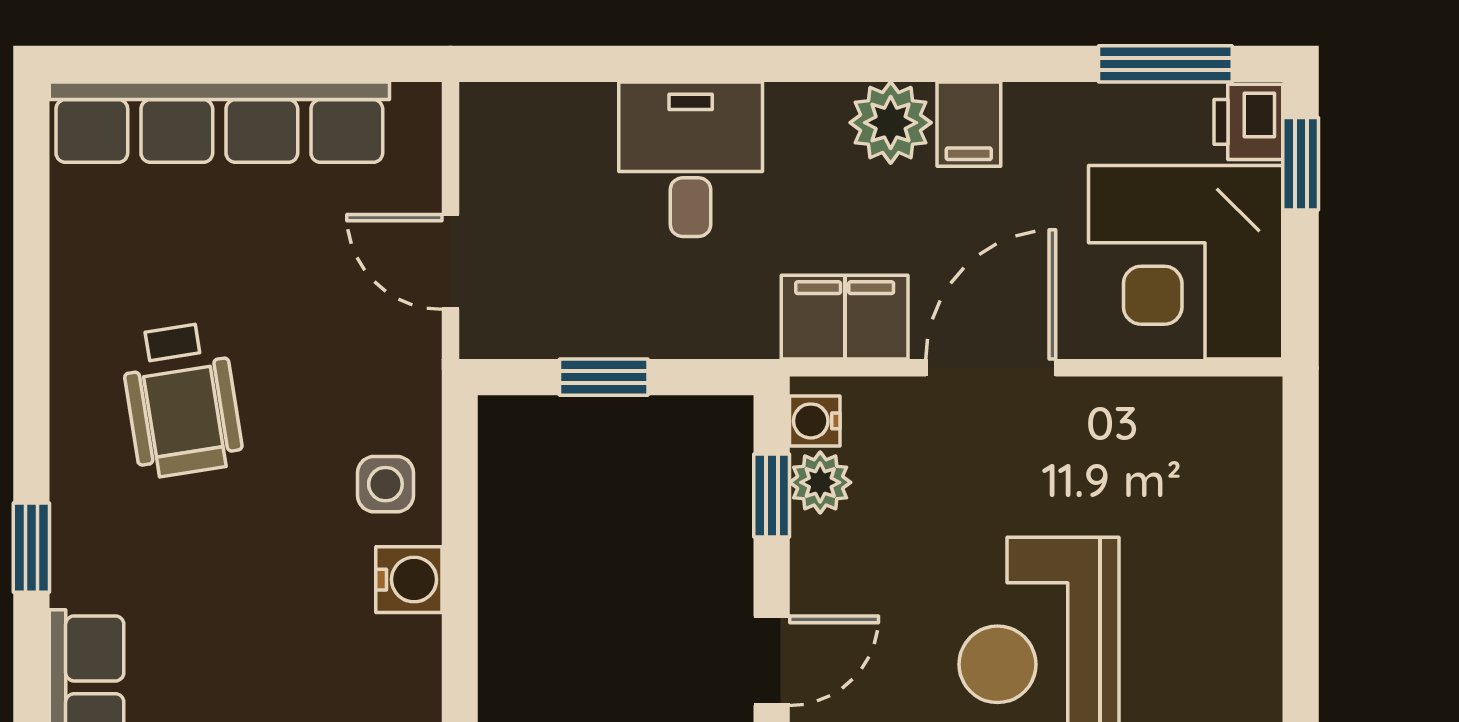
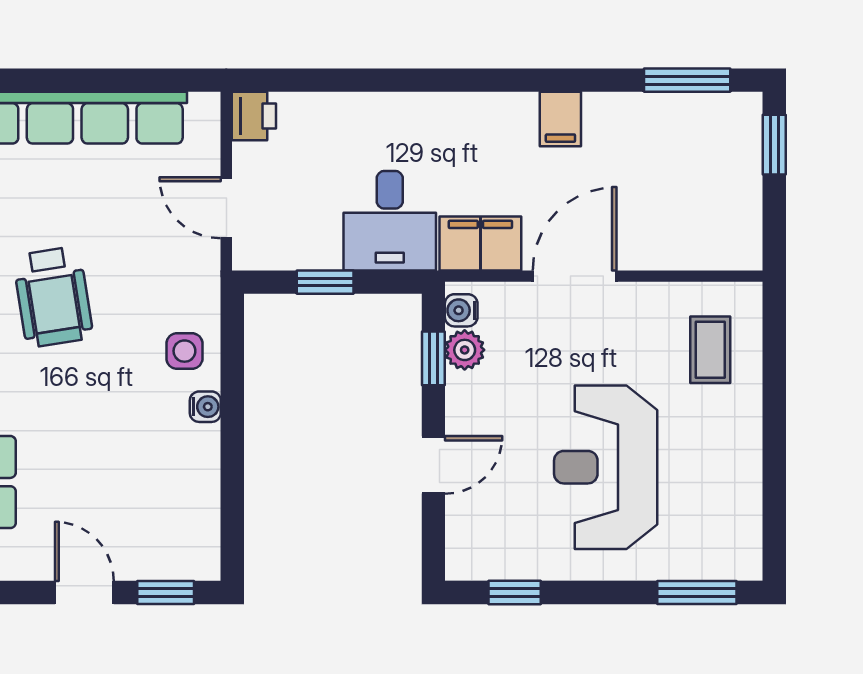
printer: (1248, 122) -> (254, 116), moved, turned 180
plant: (891, 123) -> (510, 118), removed
desk: (691, 159) -> (390, 221), moved, turned 180
corner desk: (1186, 262) -> (700, 208), removed
coffee table: (1201, 482) -> (710, 350), added
water cooler: (409, 580) -> (205, 407), width x0.72, depth x0.72

